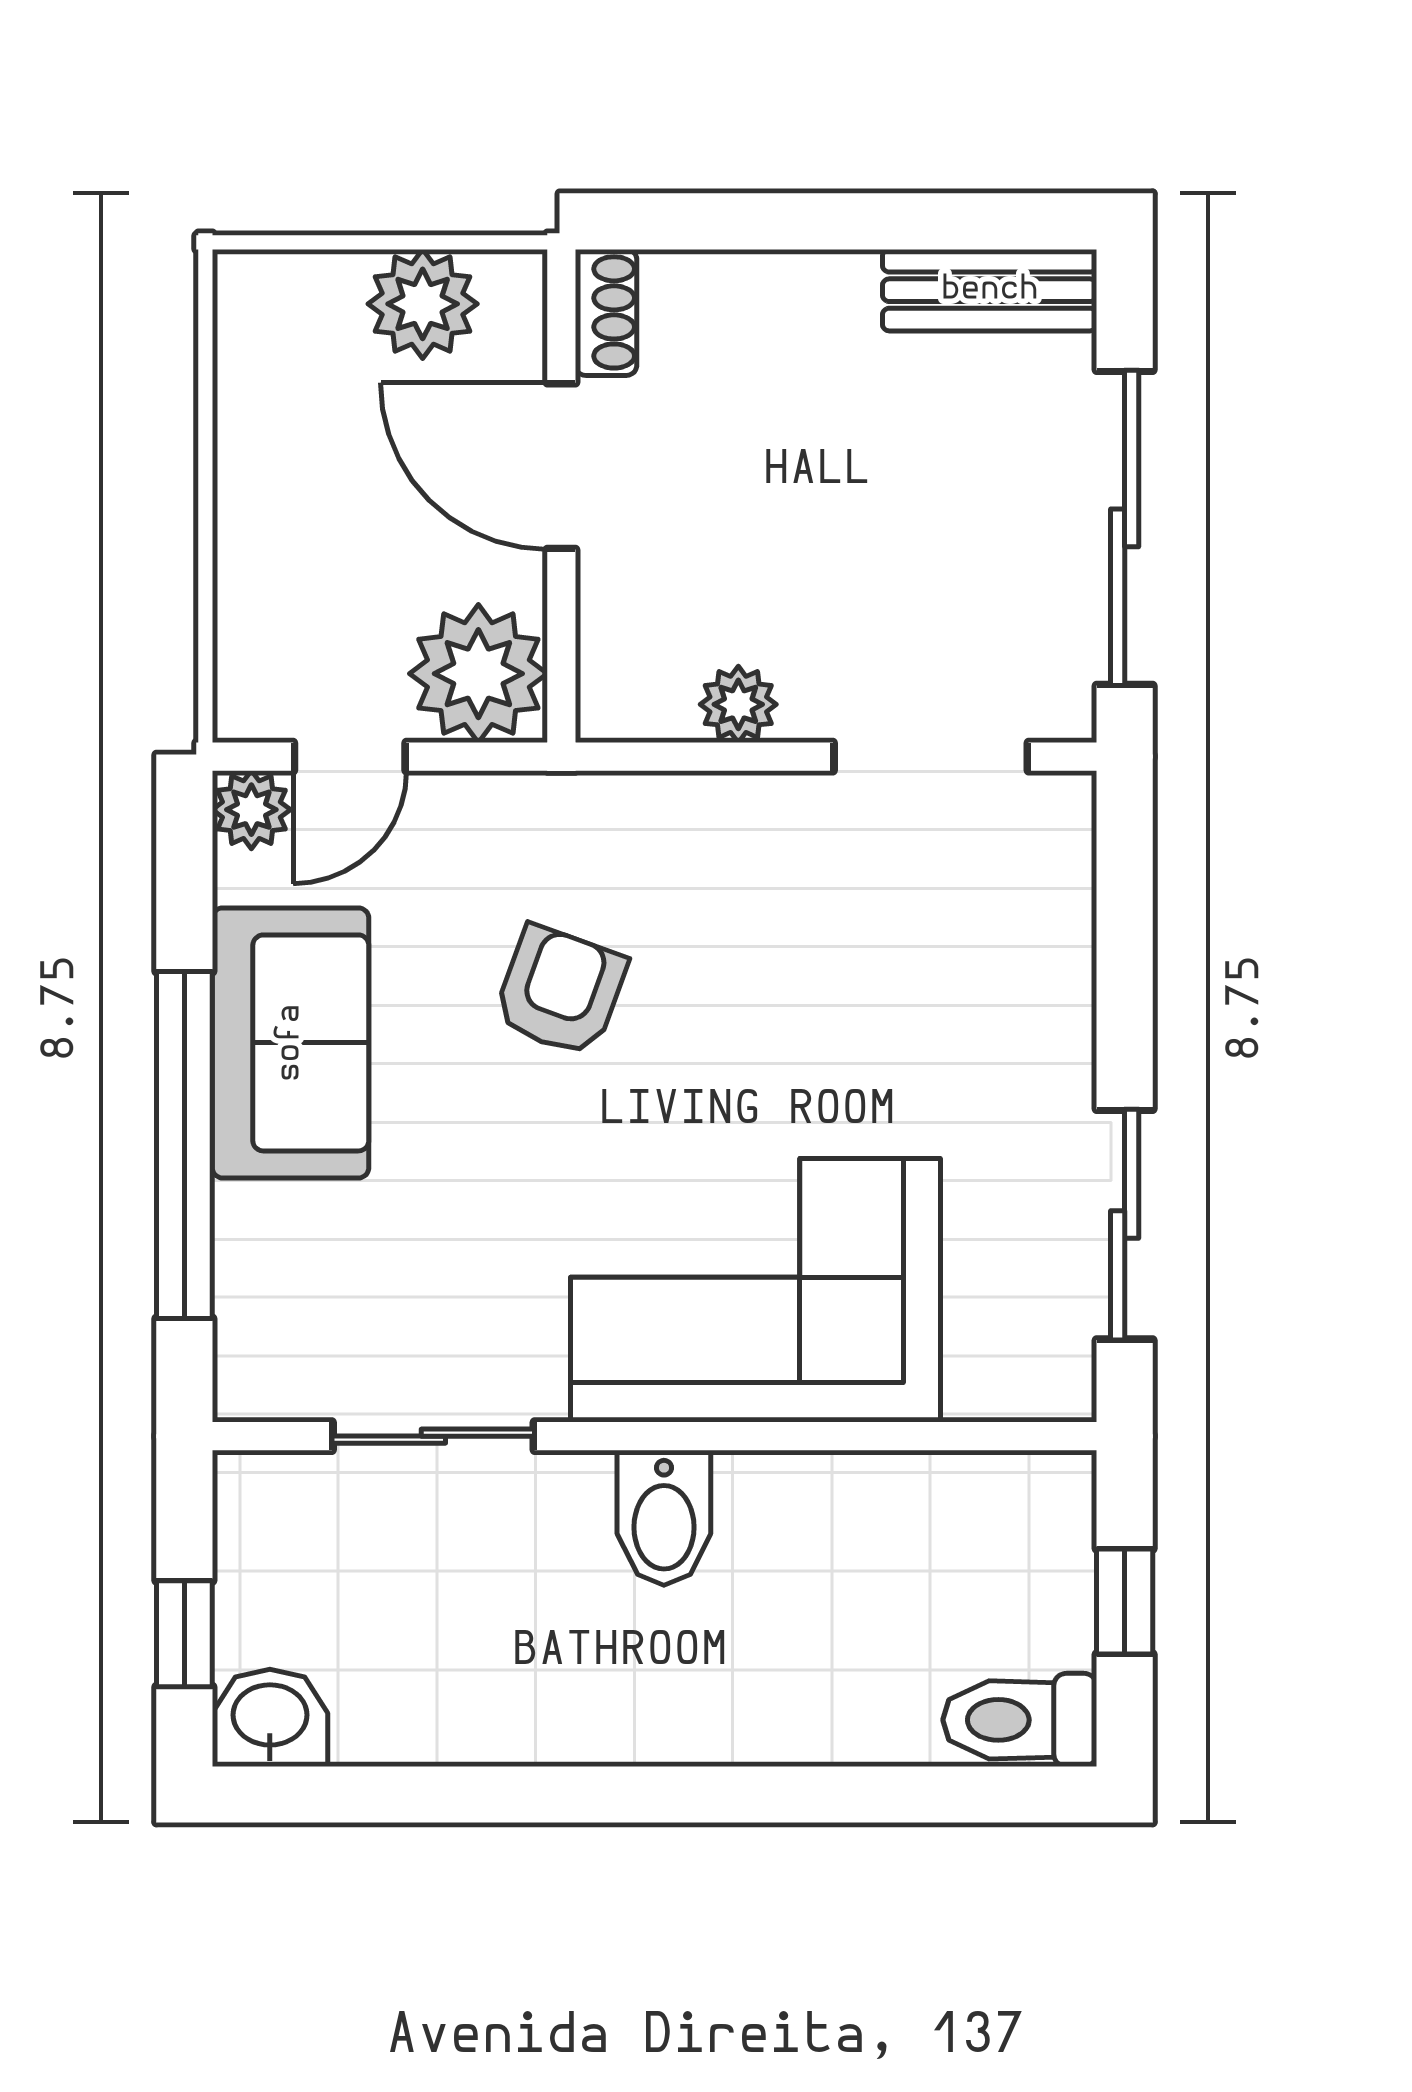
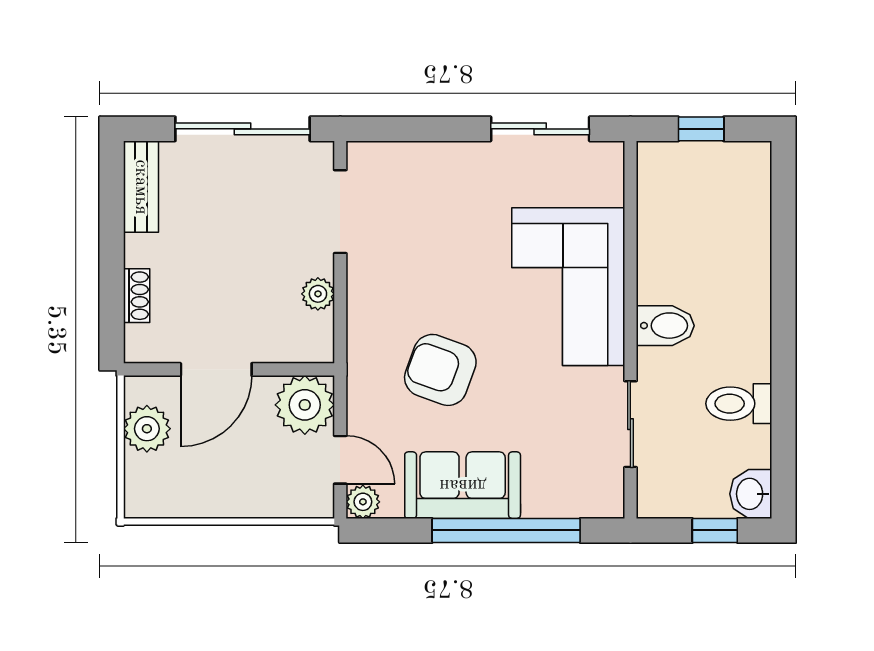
shoe rack: (606, 312) -> (137, 296), moved, turned 90
armchair: (560, 991) -> (440, 370), width x1.38, depth x1.38
toilet: (1020, 1720) -> (739, 404), moved, turned 90

